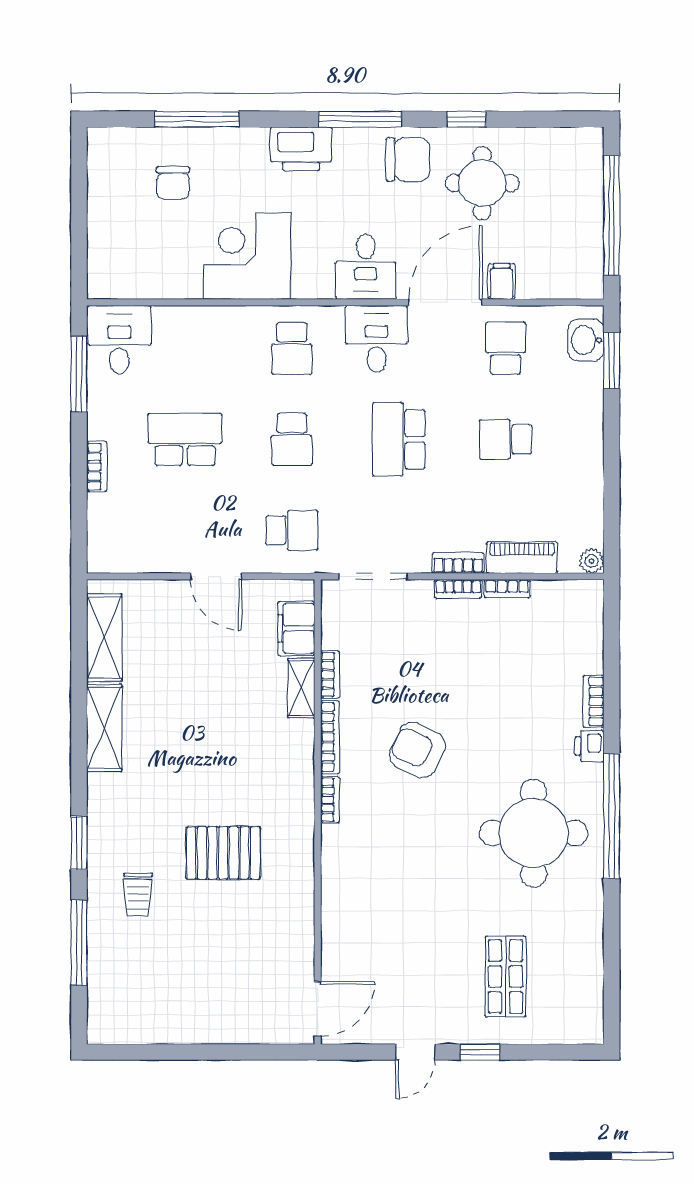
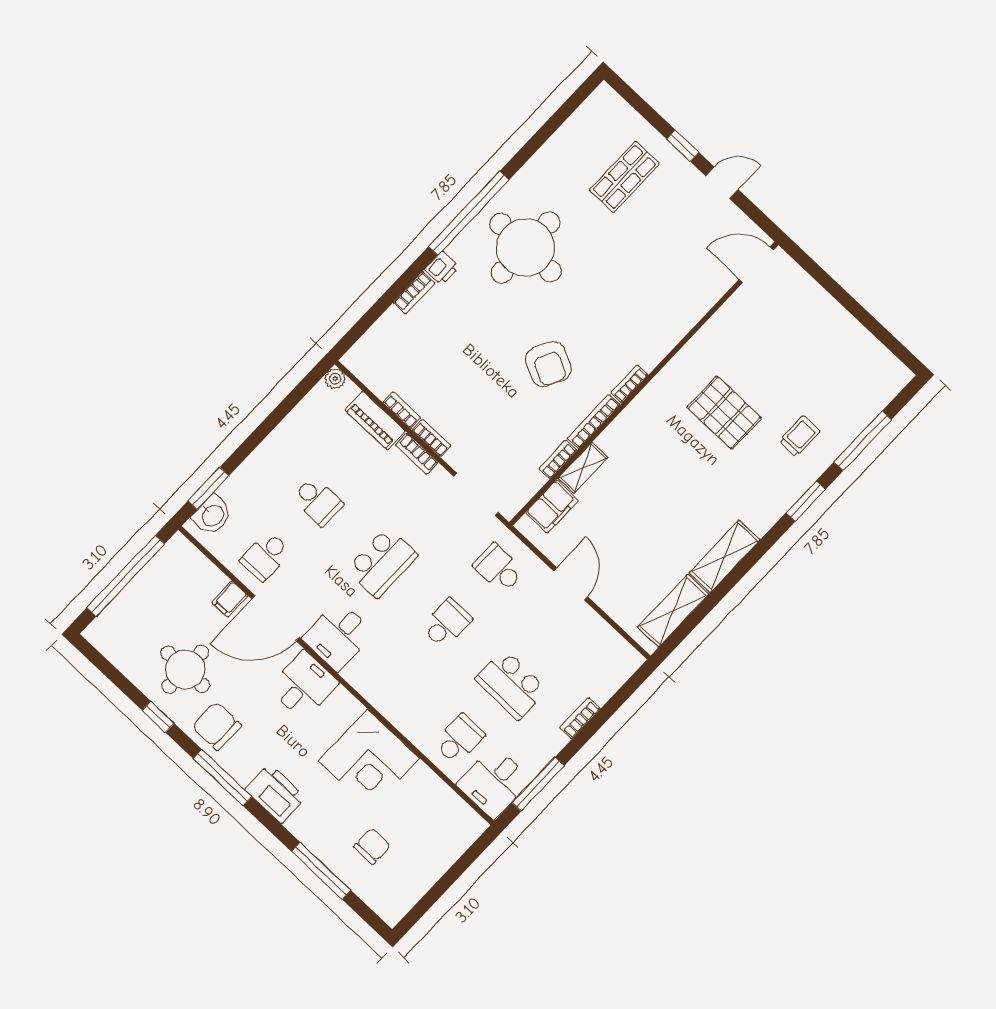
school desk: (292, 348) -> (459, 739), moved

